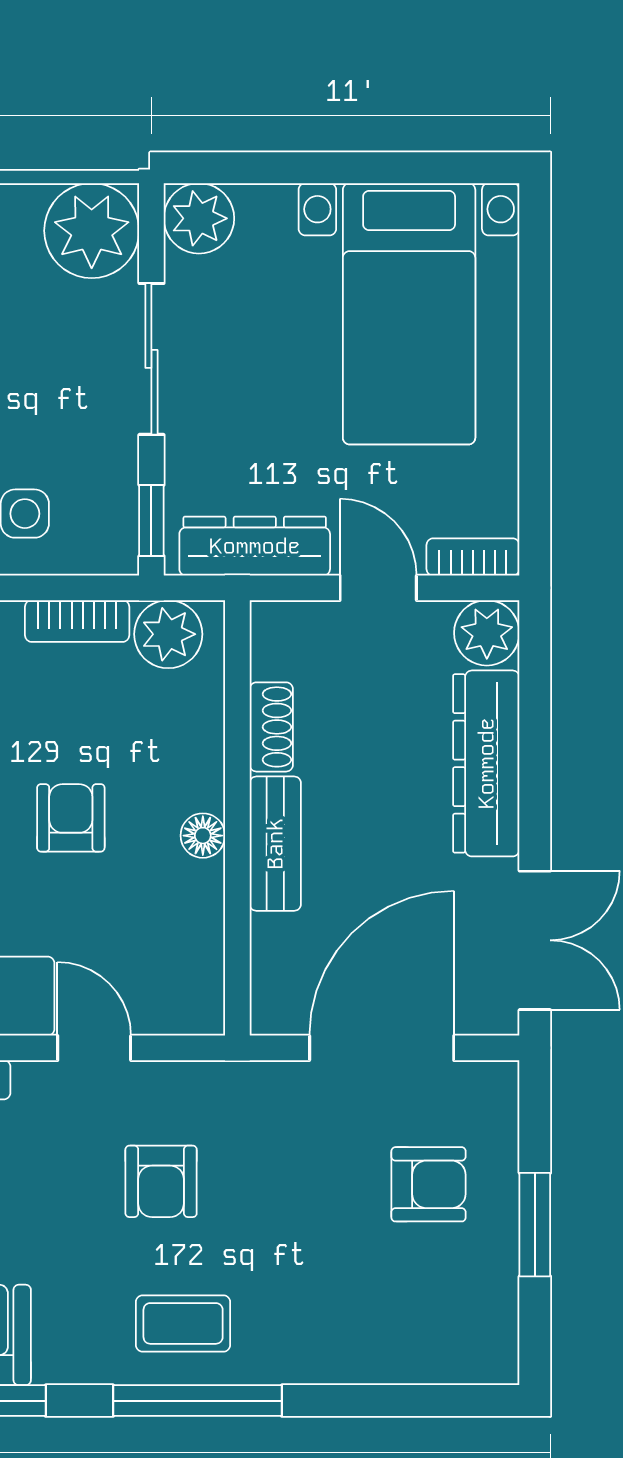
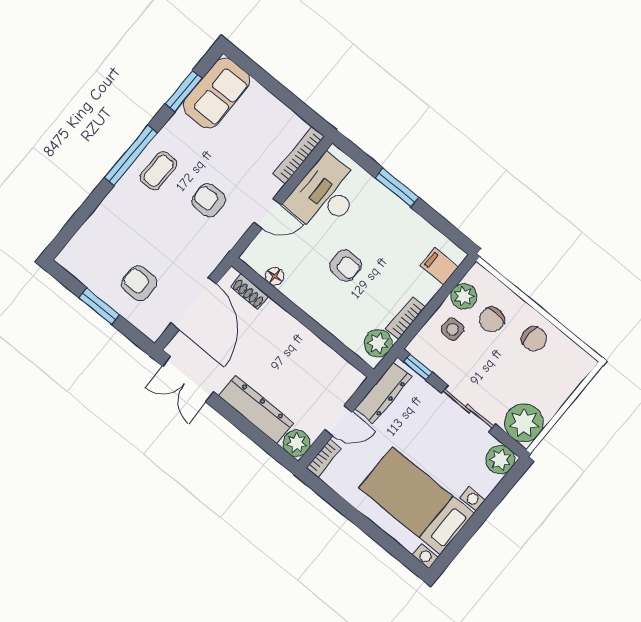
shoe rack: (271, 727) -> (250, 292), moved
floor lamp: (203, 836) -> (275, 276), moved
bench: (275, 844) -> (285, 323), removed
armchair: (429, 1184) -> (139, 283), turned 90

